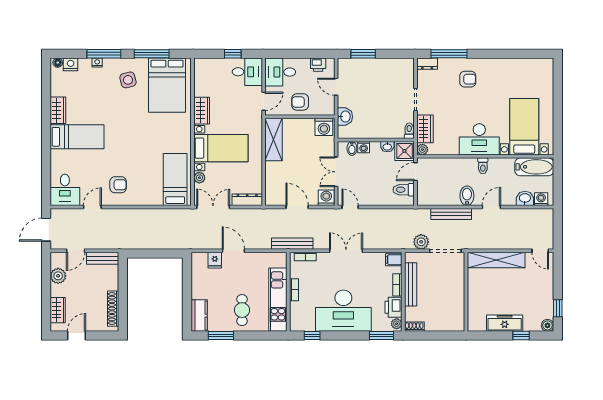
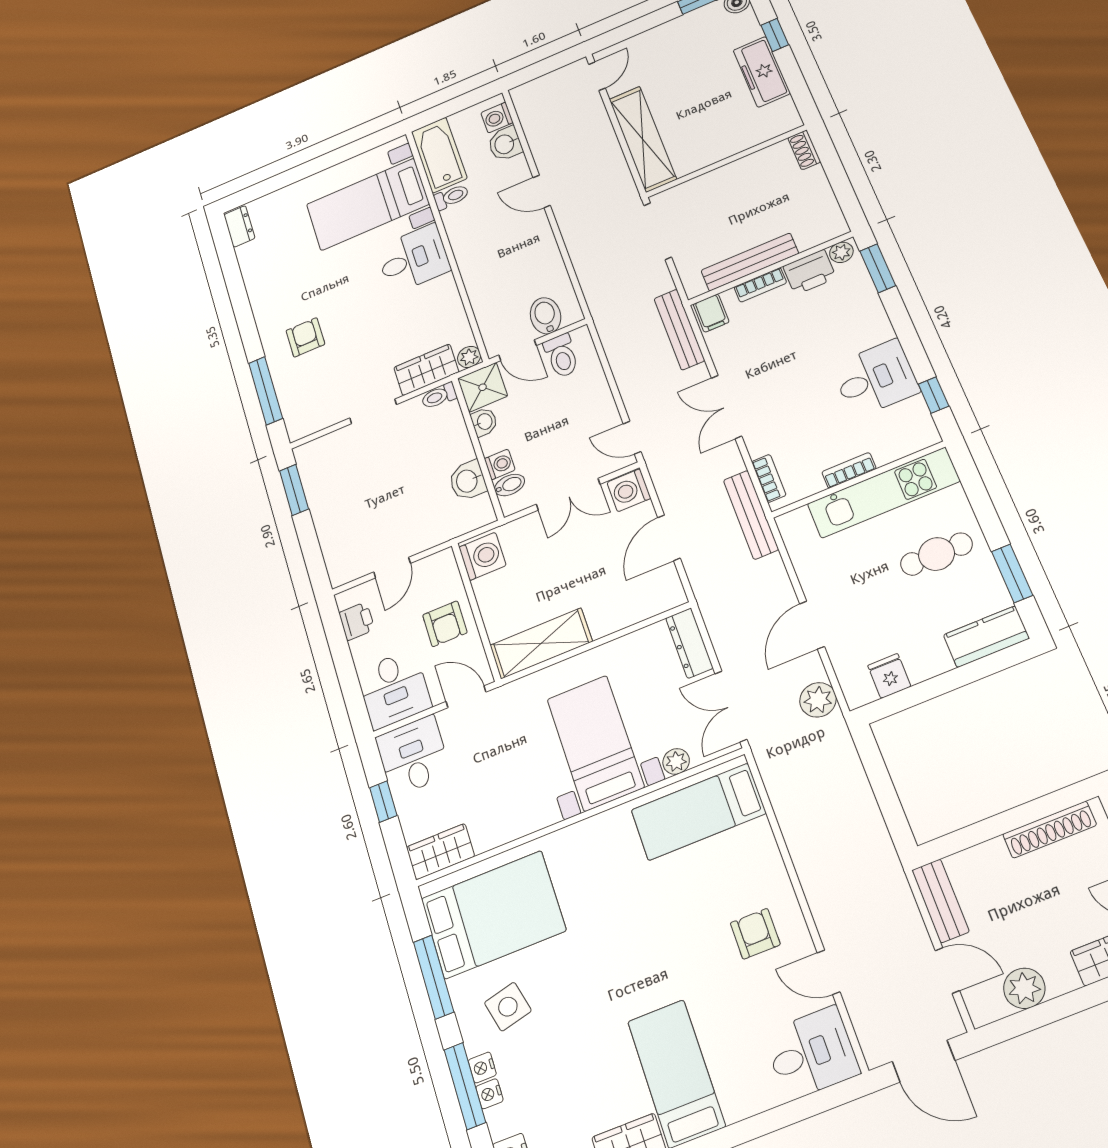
window: (363, 54) -> (294, 490), moved
nightstand: (108, 63) -> (482, 1067), added
dresser: (427, 64) -> (239, 226), moved
wardrobe: (202, 111) -> (440, 852), moved
washbasin: (345, 117) -> (468, 481), moved, turned -90
desk: (479, 139) -> (413, 259), width x0.73
toilet: (483, 166) -> (451, 197), moved
bidet: (467, 196) -> (546, 316), moved, turned 90
door: (350, 207) -> (632, 438), hinge flipped
bench: (451, 214) -> (679, 329), moved
plant: (421, 242) -> (818, 700), moved
fridge: (215, 260) -> (889, 676), moved, turned -90
desk: (343, 311) -> (875, 379), width x0.53, depth x0.77
shoe rack: (414, 327) -> (804, 150), moved

